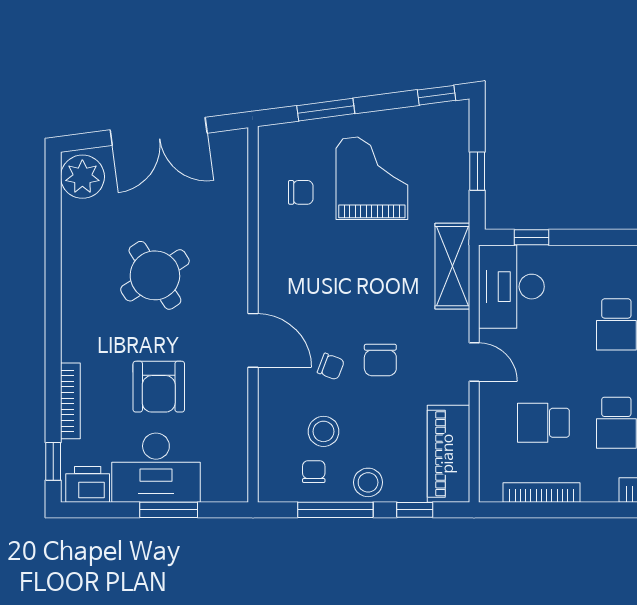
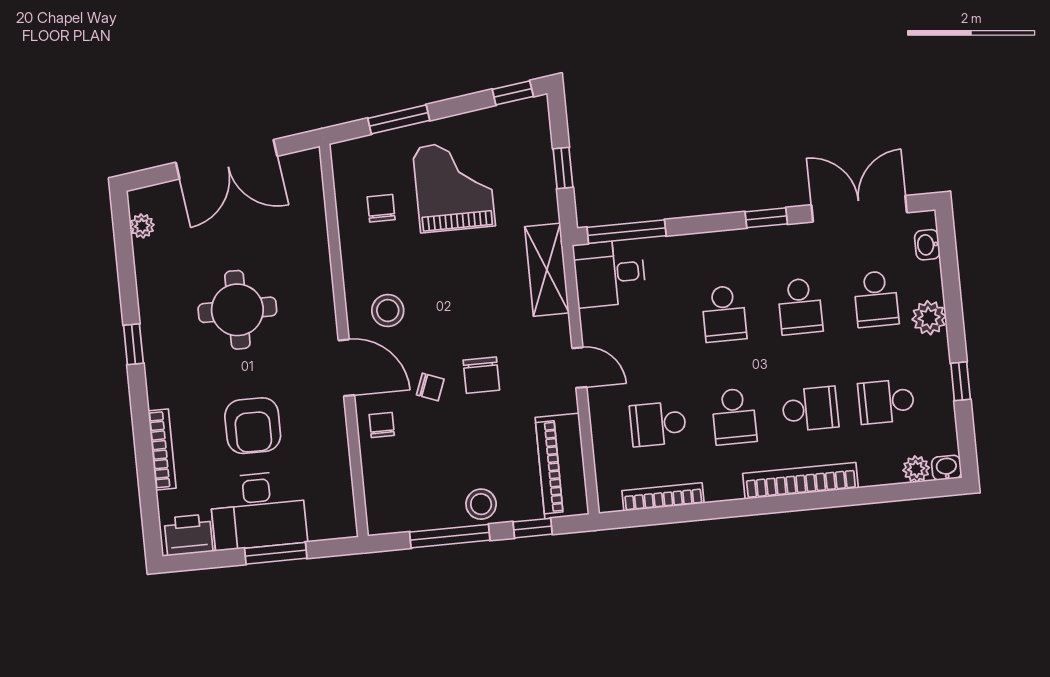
plant: (82, 177) -> (142, 226), width x0.53, depth x0.53
chair: (301, 192) -> (381, 208), turned -90
window: (531, 237) -> (627, 232), width x2.17
round table: (155, 275) -> (237, 310), turned 33
desk: (511, 287) -> (609, 273), width x0.73
stool: (324, 431) -> (388, 310), moved
window: (53, 461) -> (133, 344), moved
chair: (314, 472) -> (382, 425), moved

